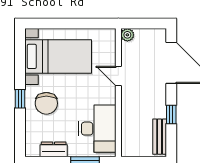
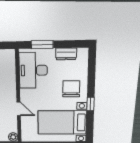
window: (20, 99) -> (91, 104), moved

